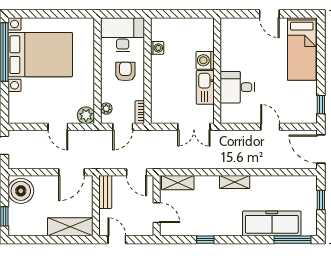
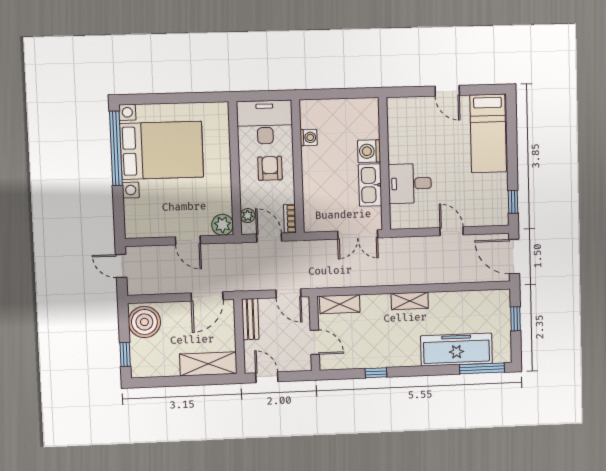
door: (123, 127) -> (269, 238), swing flipped

